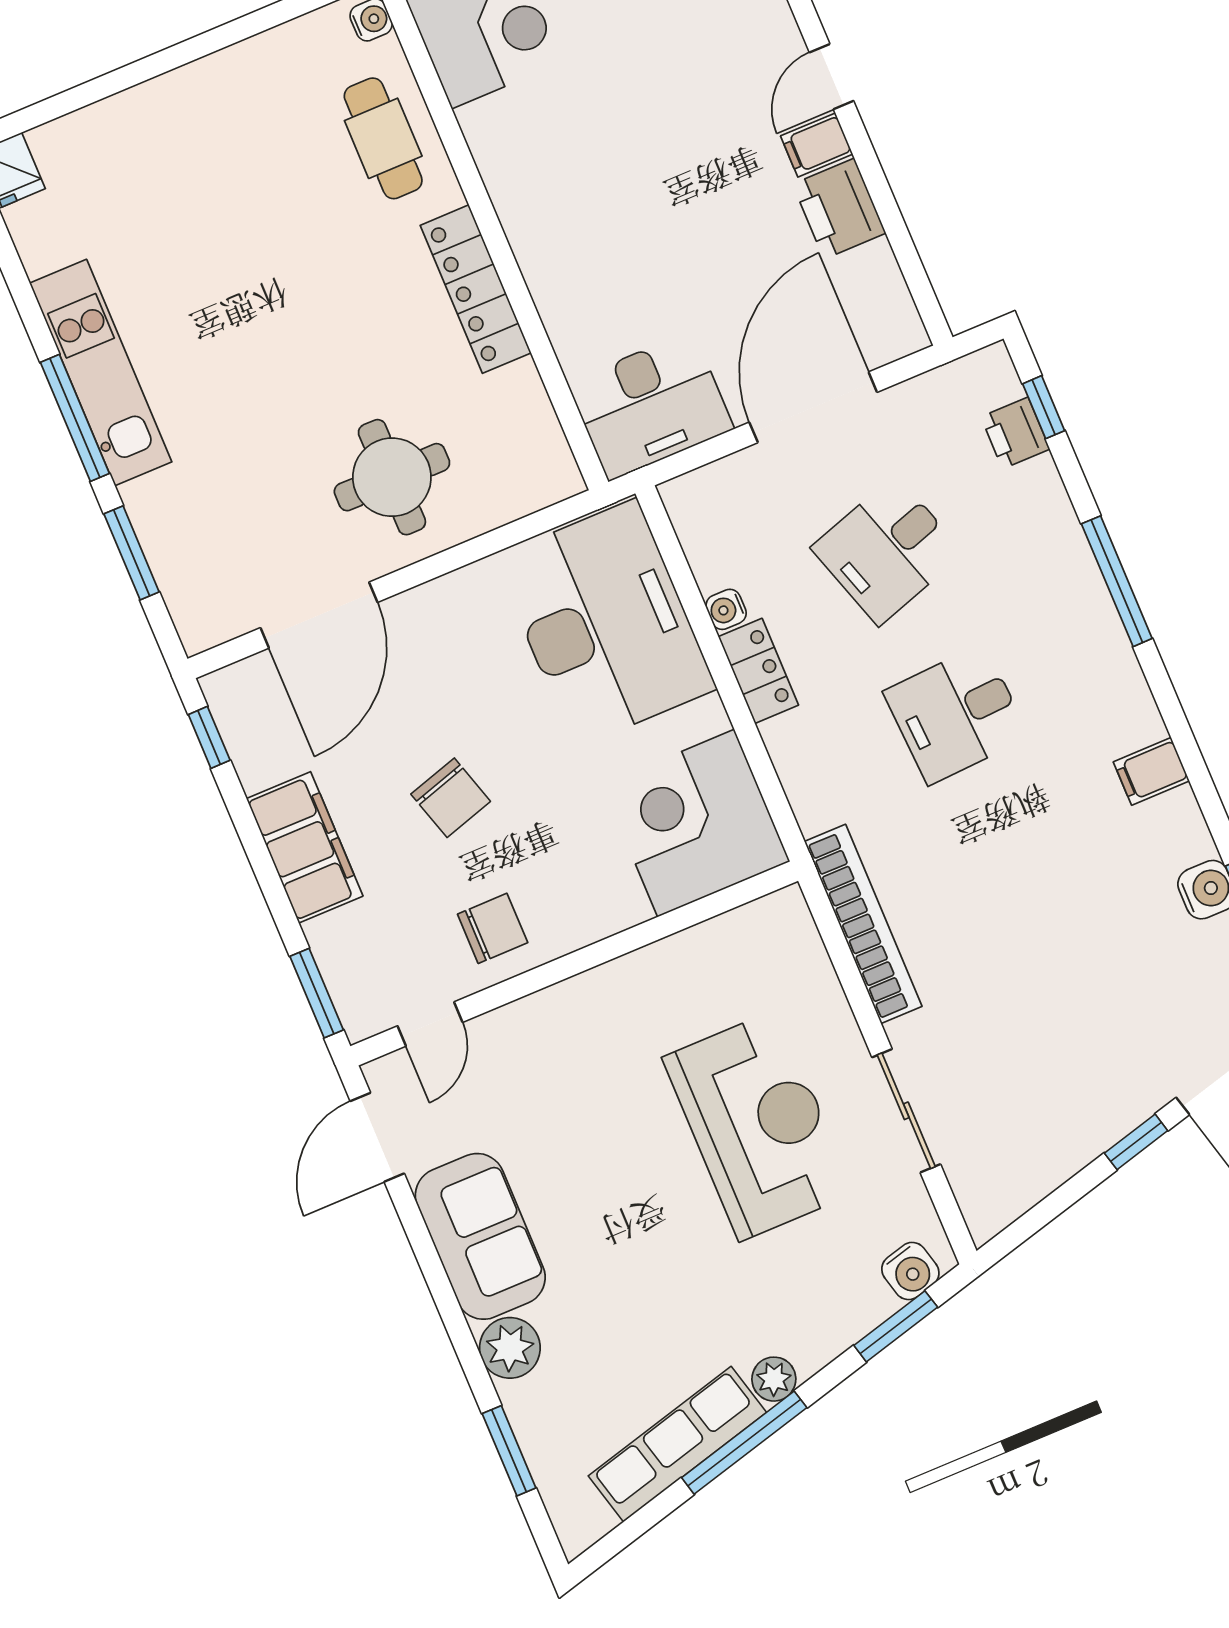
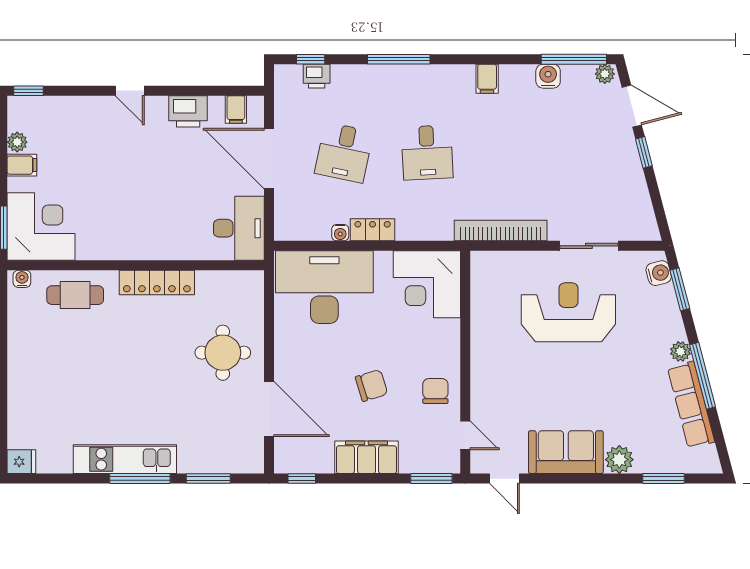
filing cabinet: (817, 145) -> (236, 110), moved
desk: (887, 550) -> (344, 153), turned 30
door: (377, 1137) -> (505, 479), width x0.73

